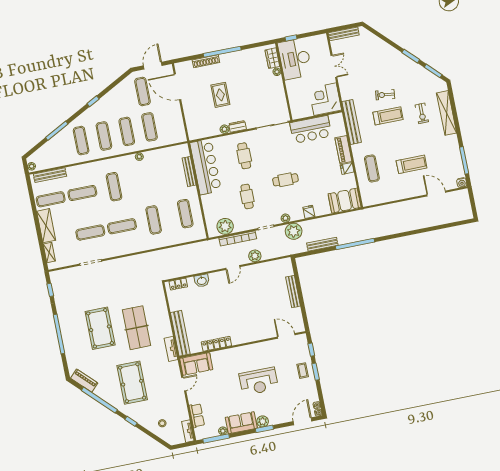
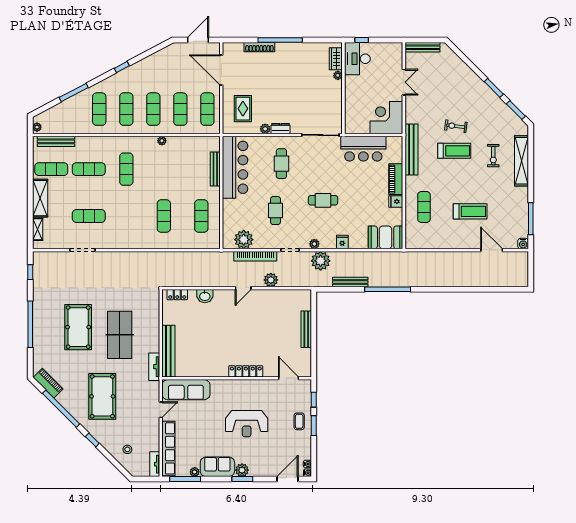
desk: (295, 59) -> (357, 59), width x0.73, depth x0.77
exercise mat: (142, 91) -> (207, 109), moved
rug: (220, 95) -> (243, 109), moved
exercise mat: (122, 226) -> (126, 216), removed
locker: (216, 344) -> (246, 371), moved
sofa: (196, 364) -> (186, 390), width x1.36
row of seats: (197, 416) -> (168, 448), width x2.02

